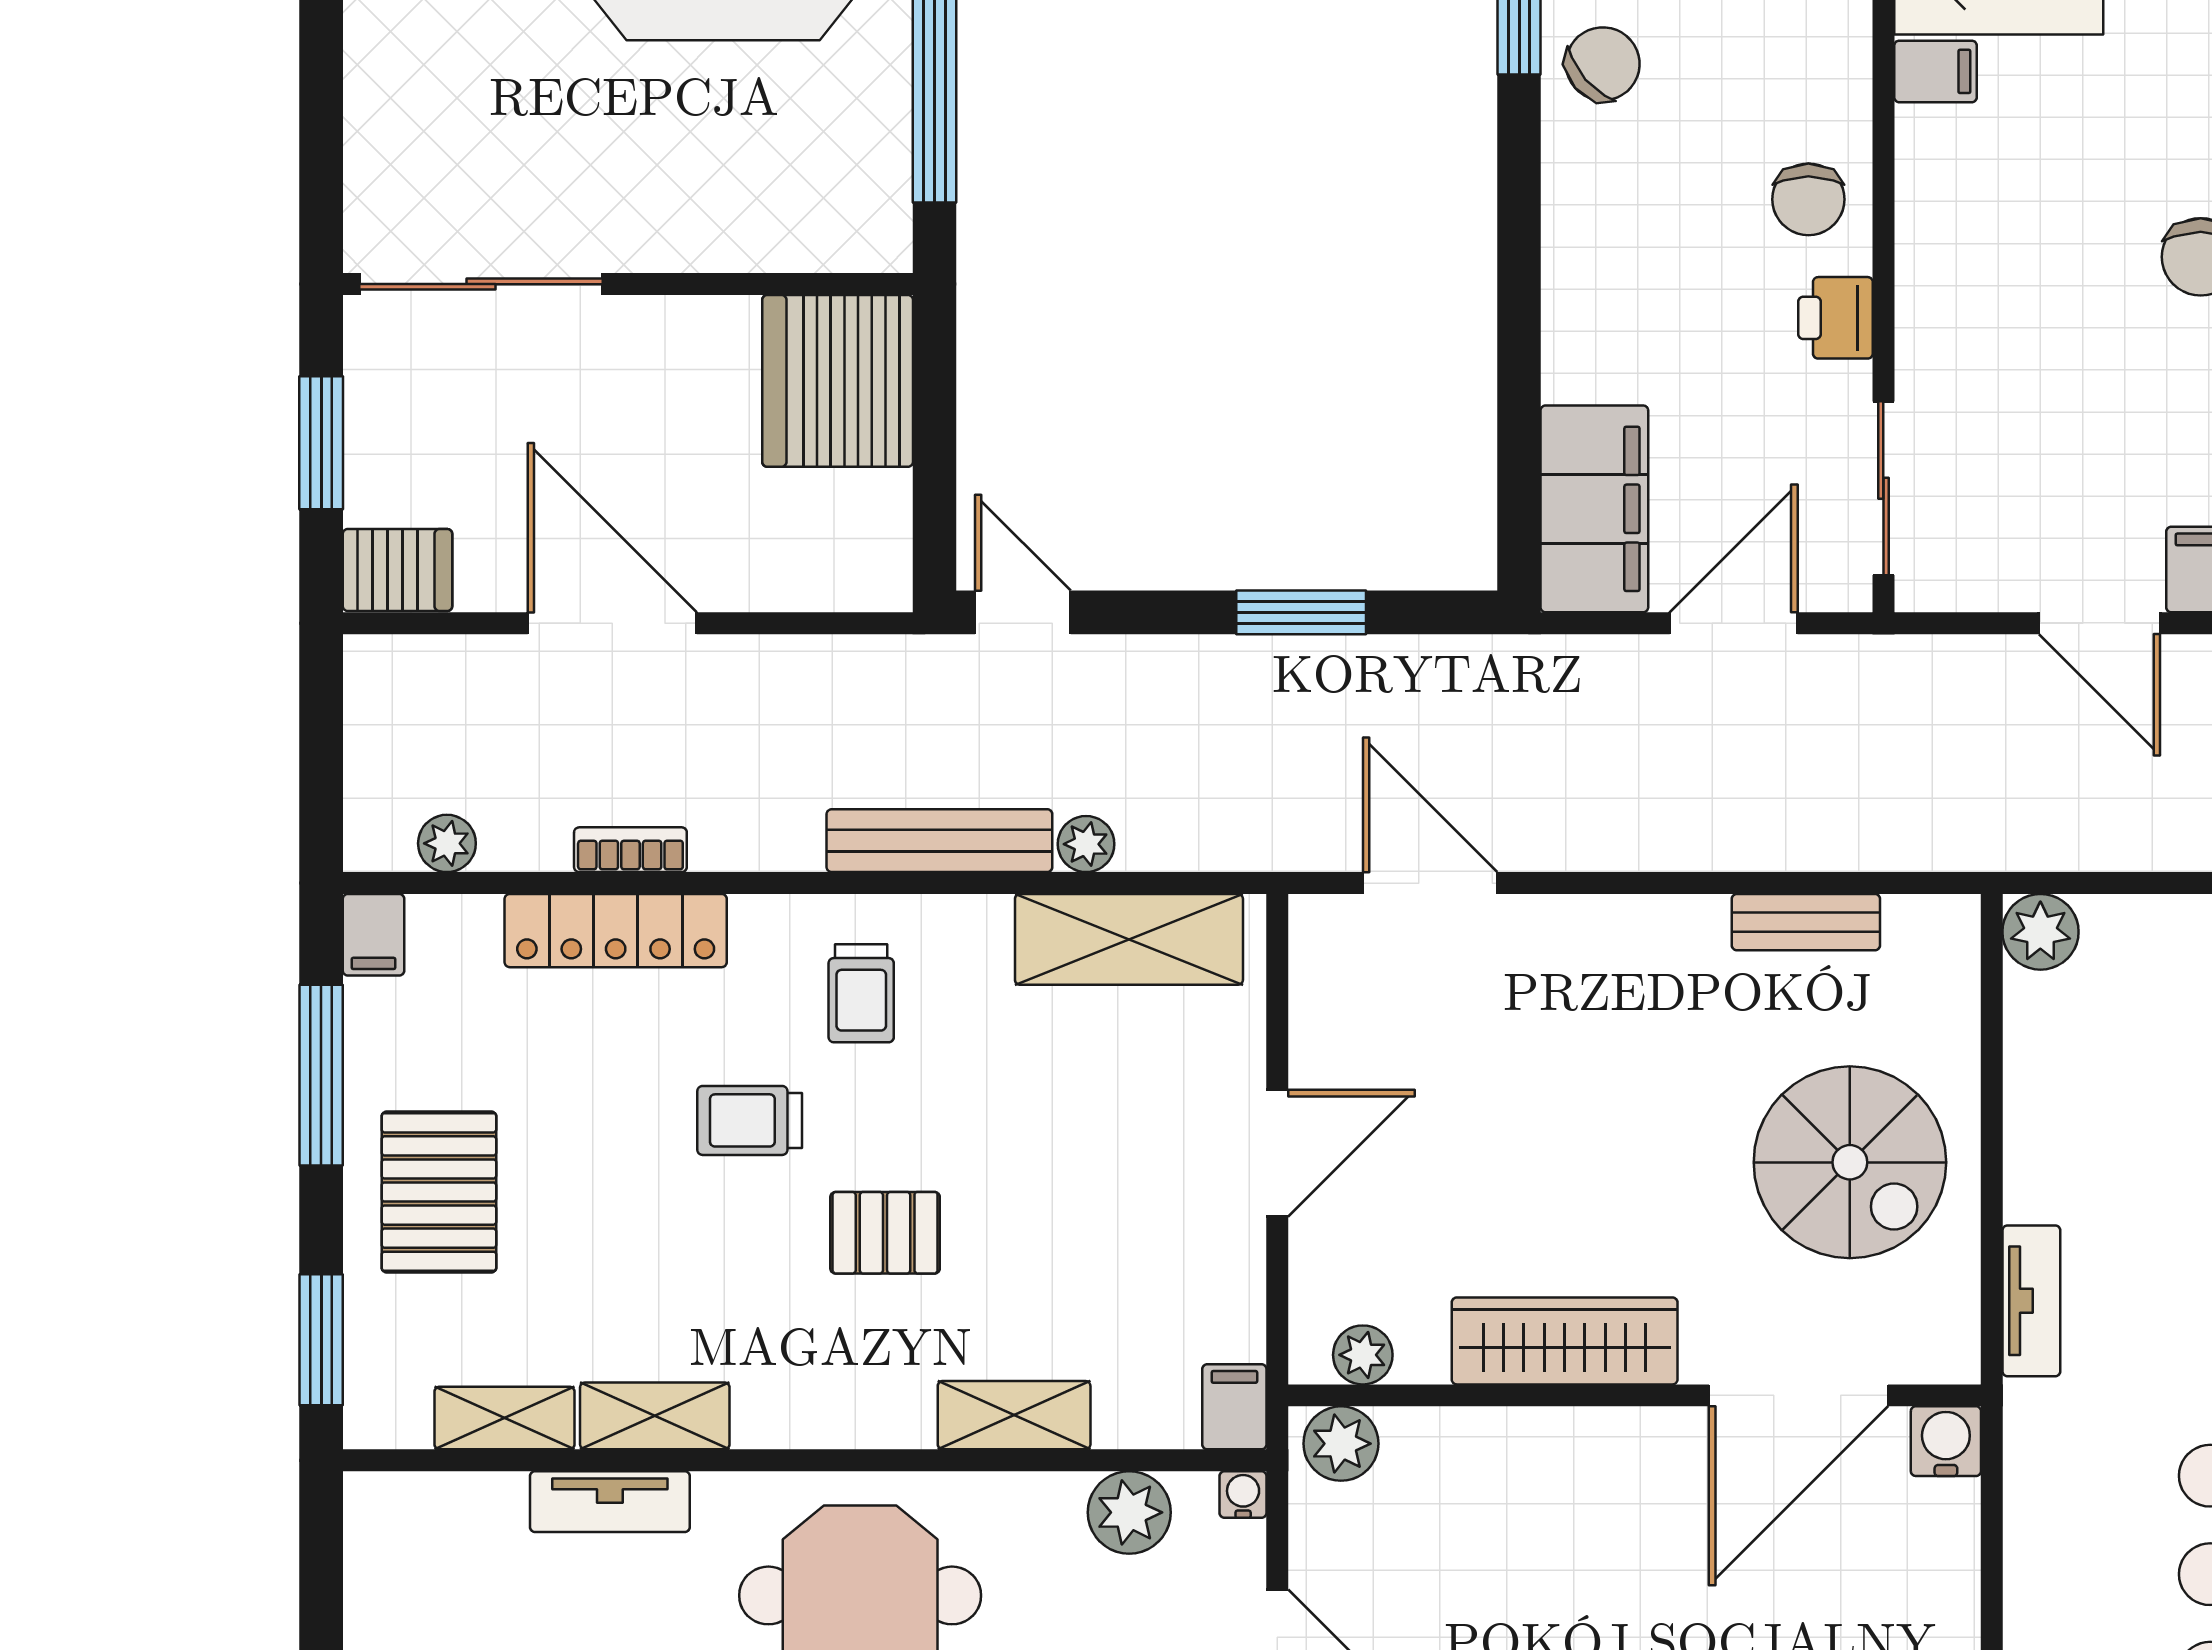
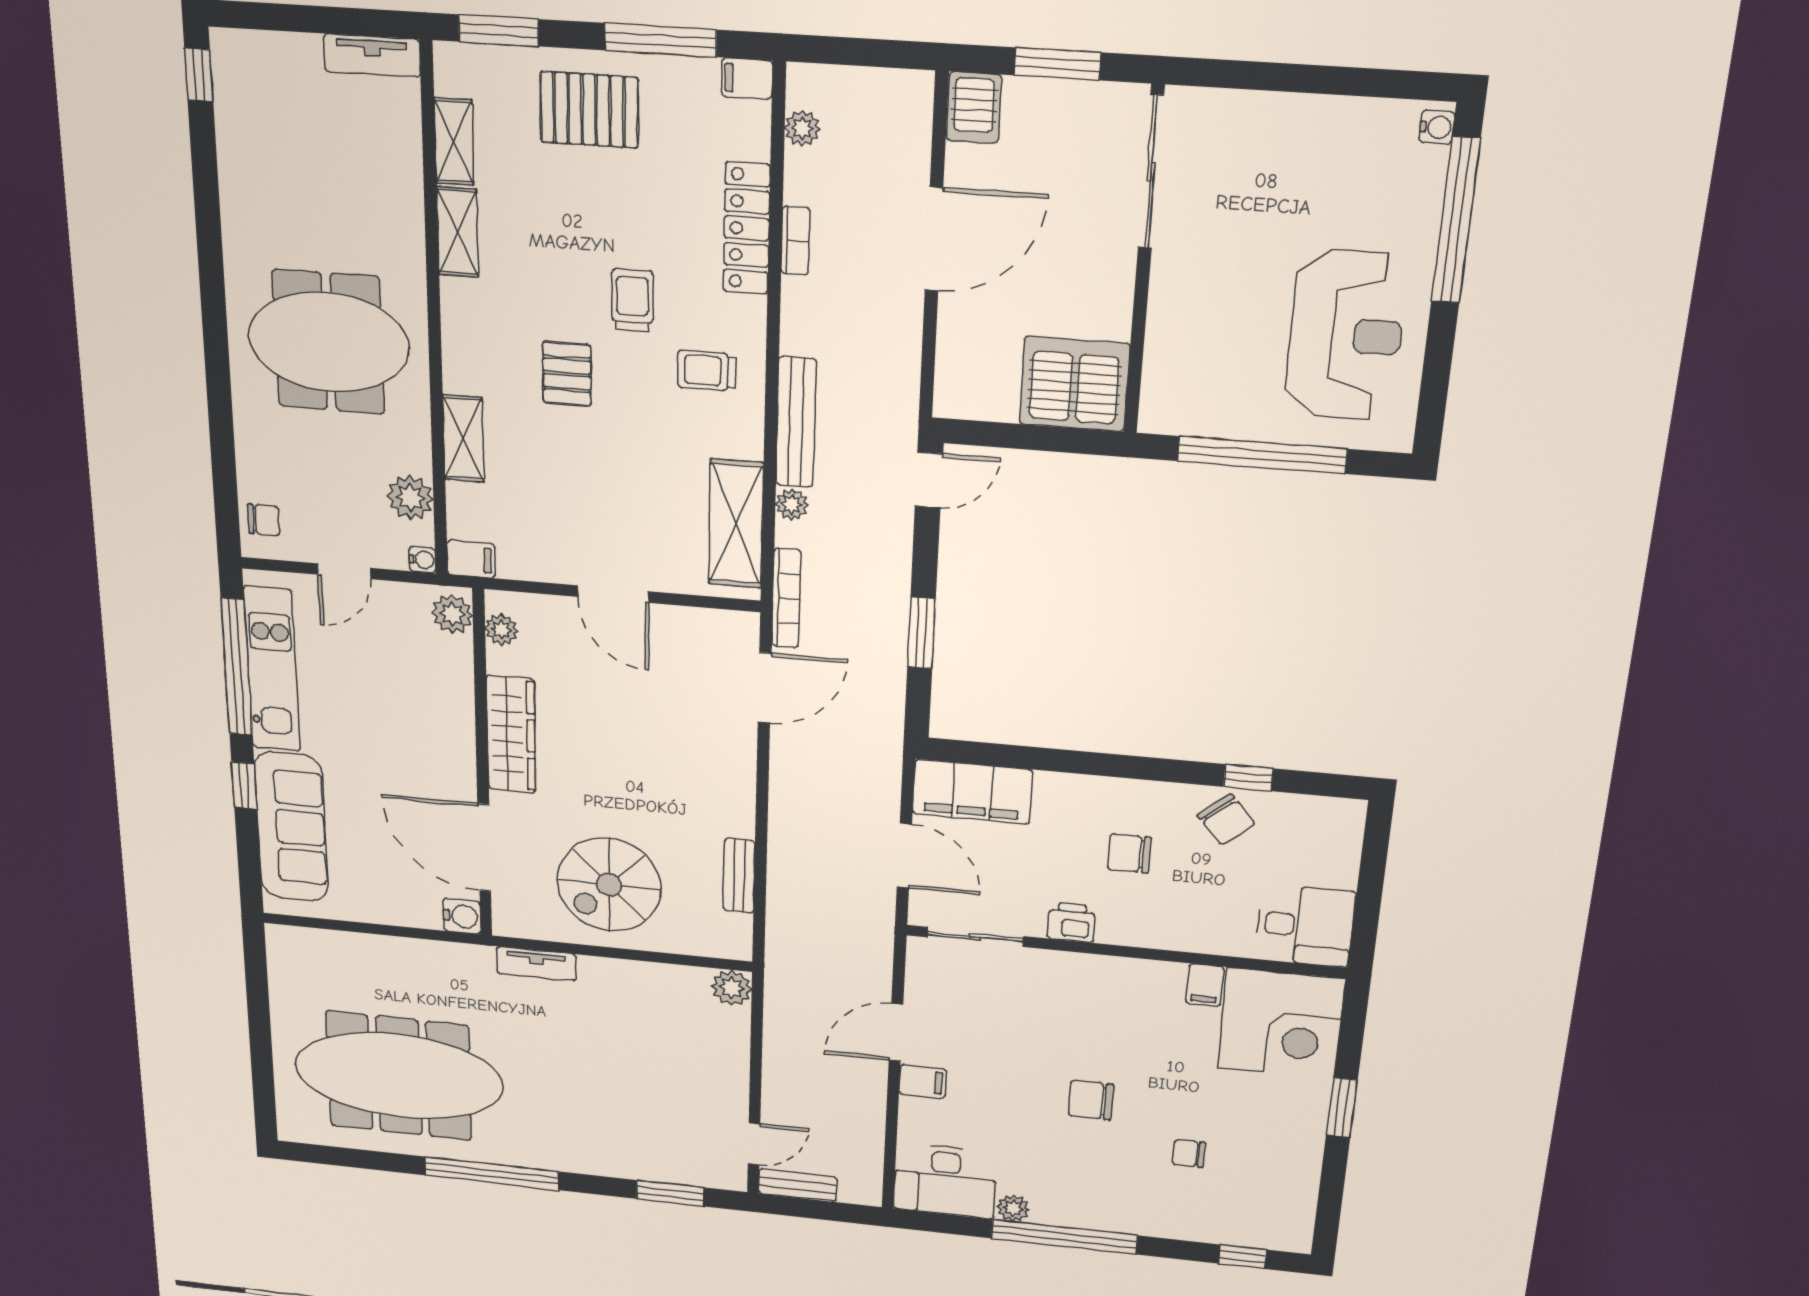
chair: (1808, 199) -> (1129, 853), moved
bookcase: (1258, 849) -> (786, 598), added
tv unit: (610, 1502) -> (372, 55), moved, turned -90

